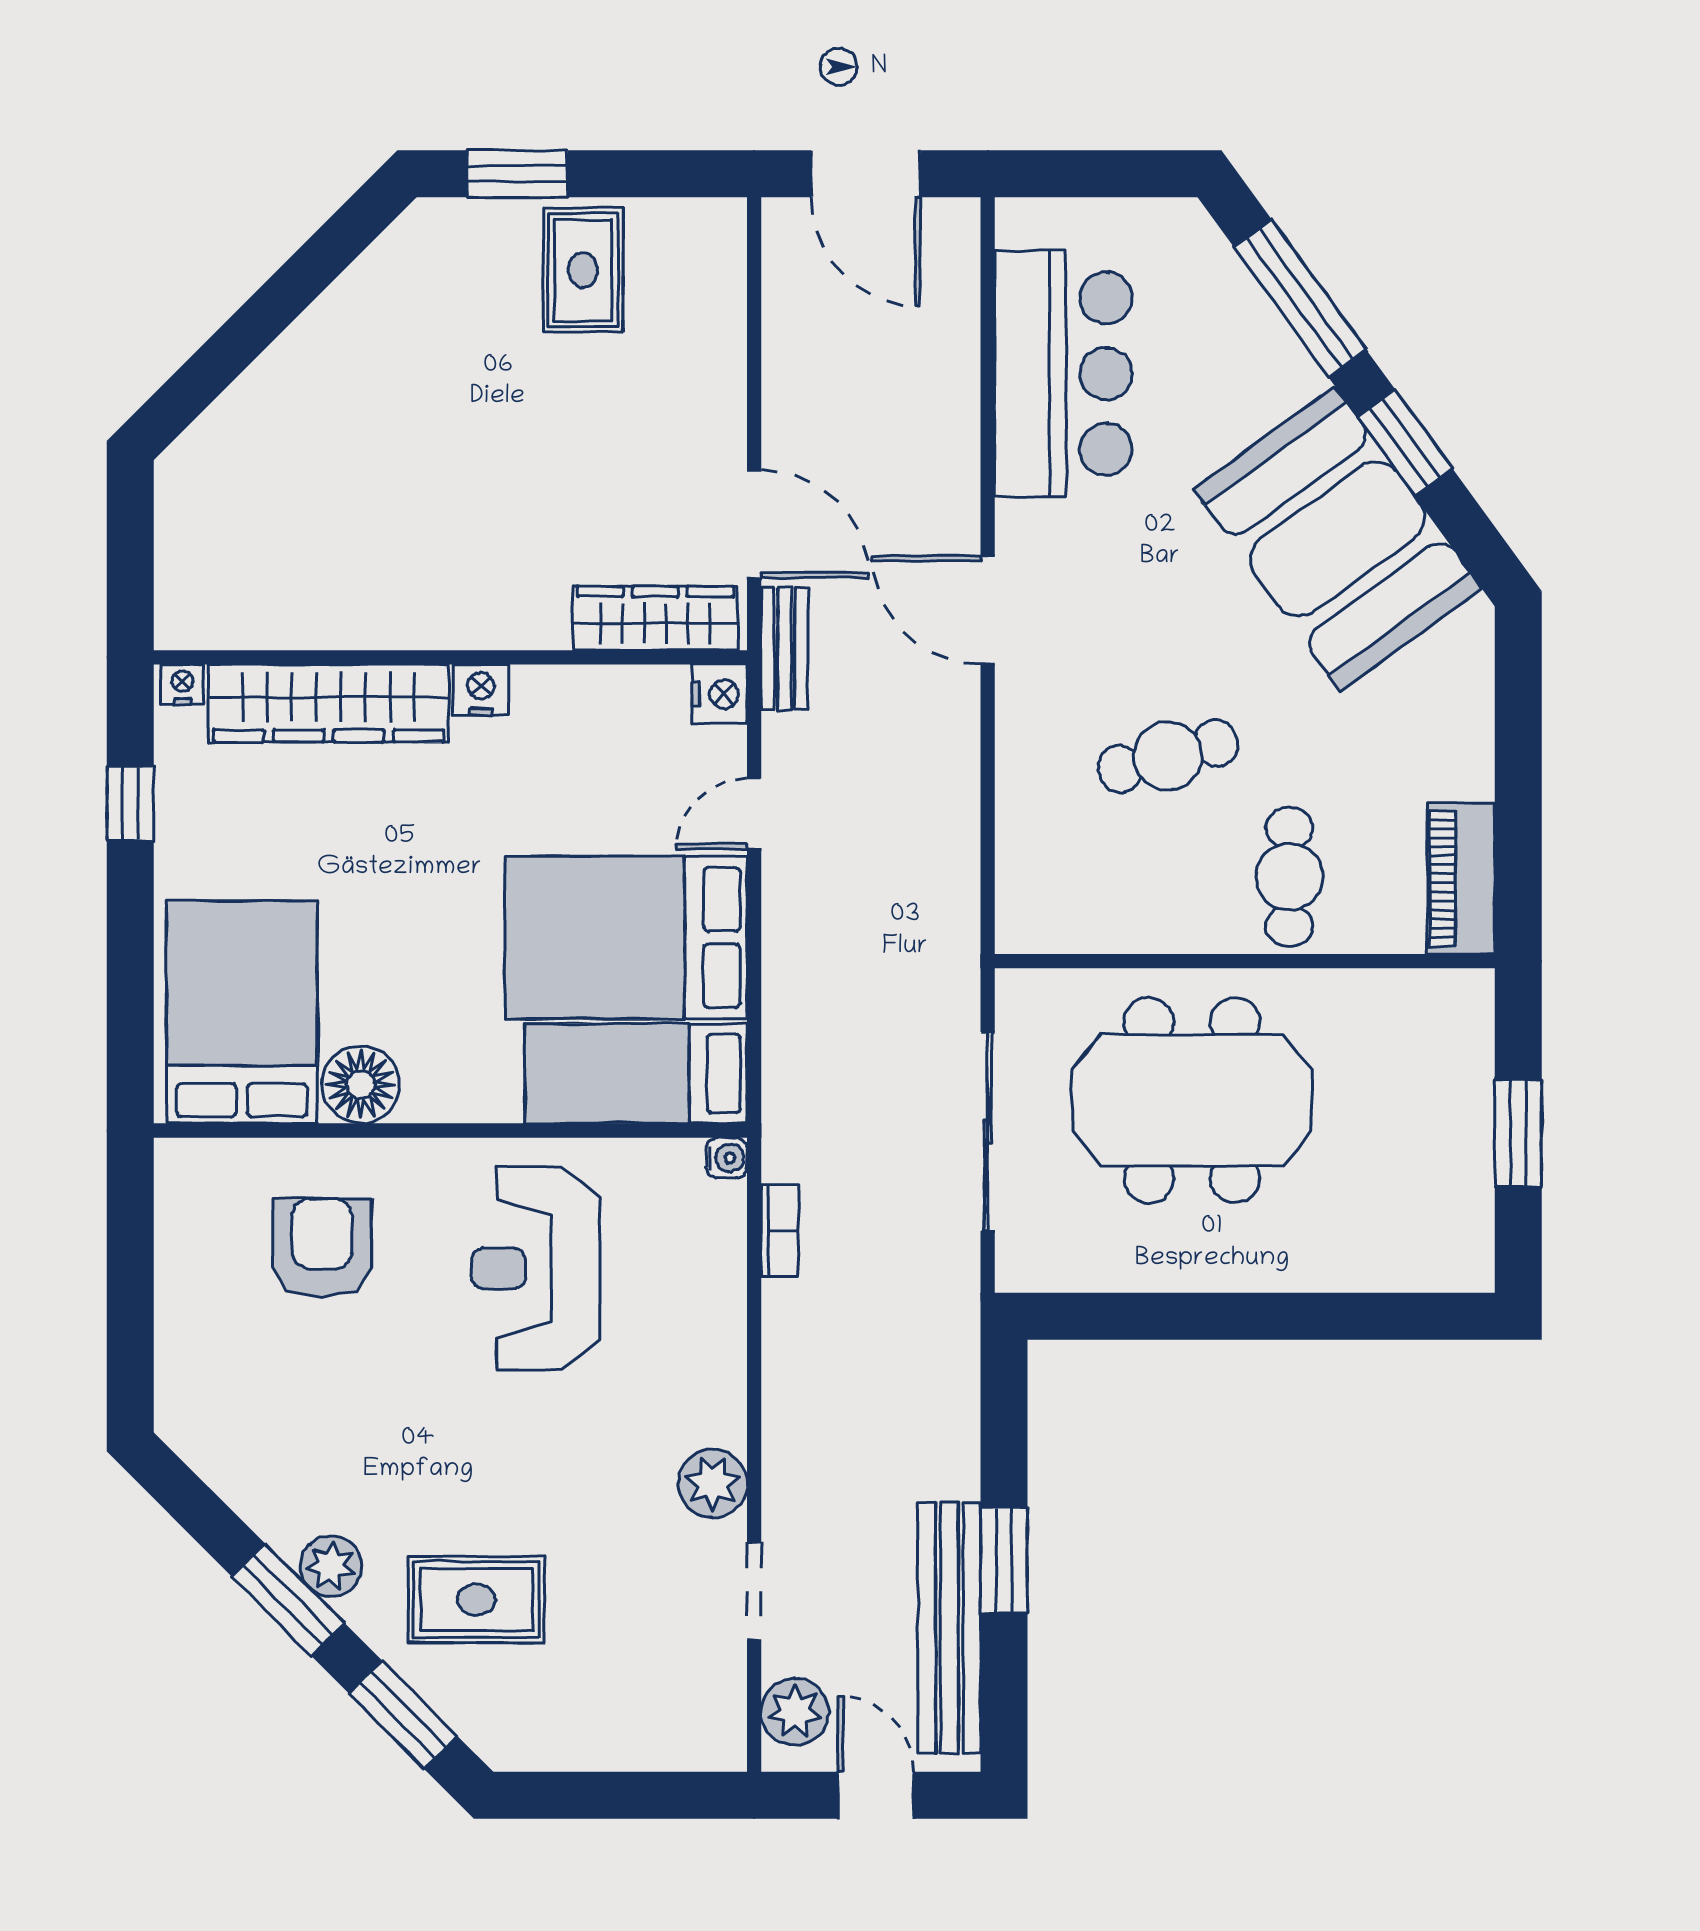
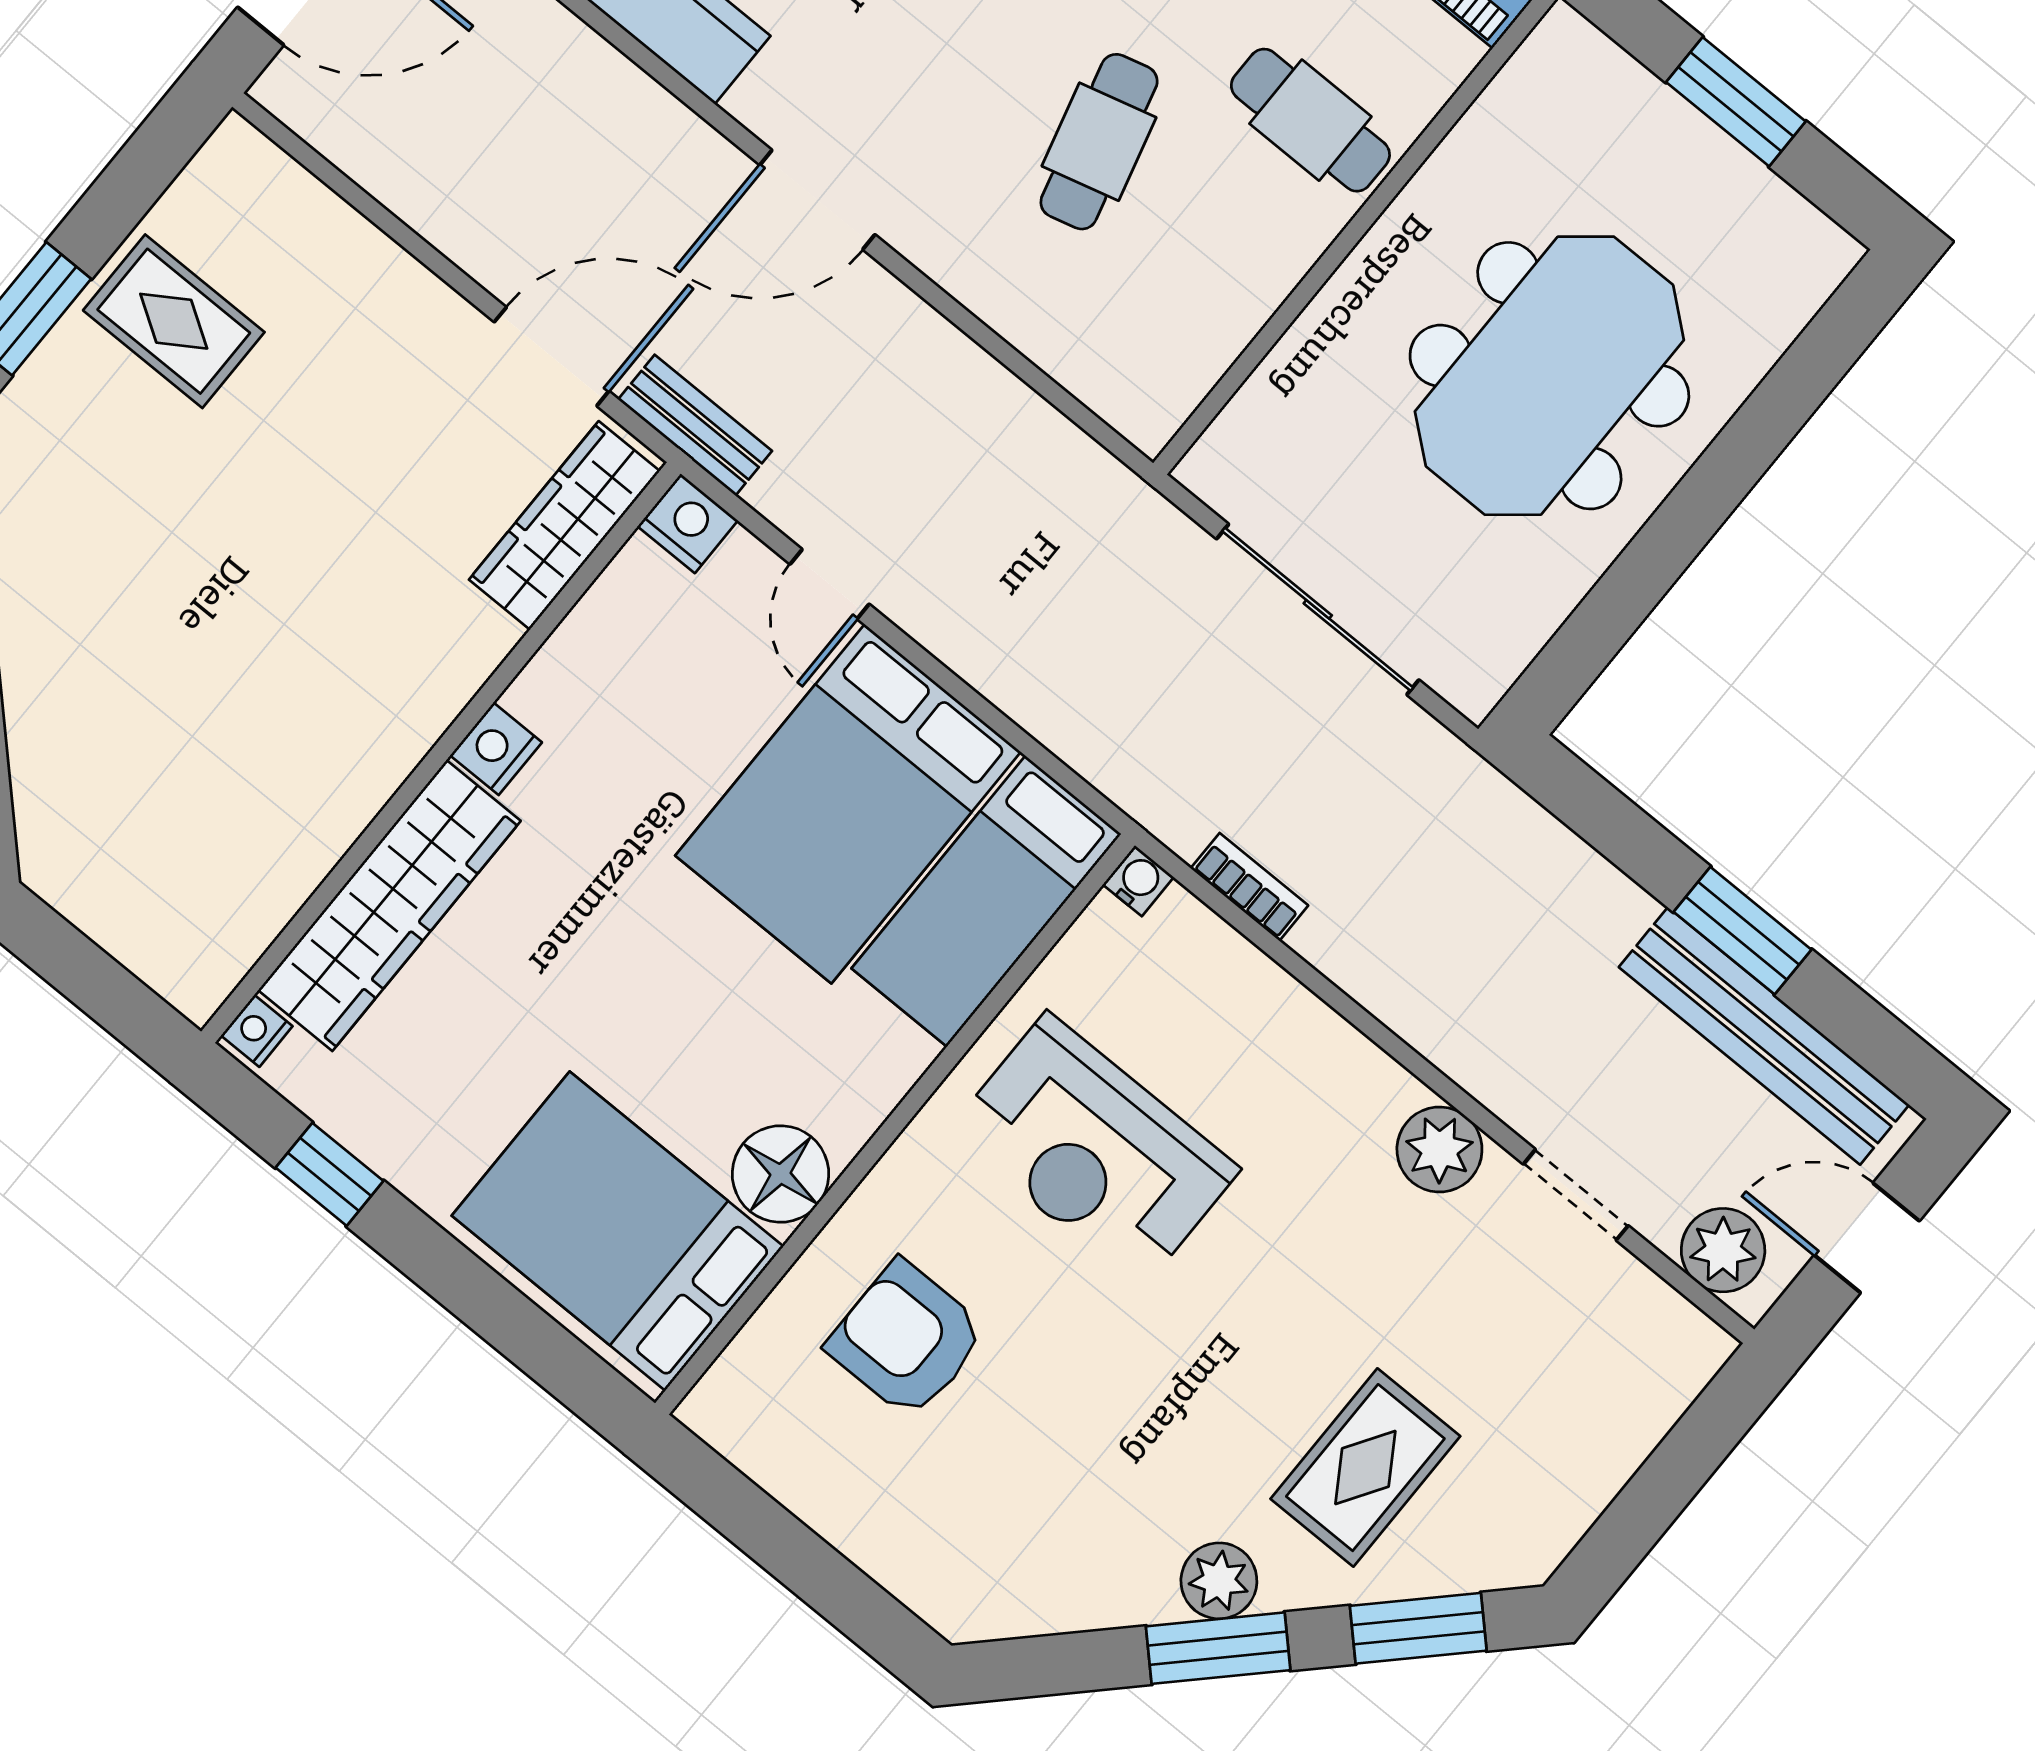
meeting table: (1192, 1100) -> (1549, 376), moved

